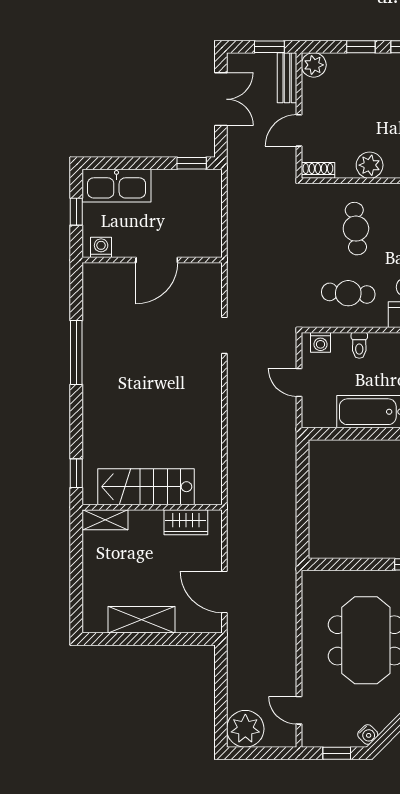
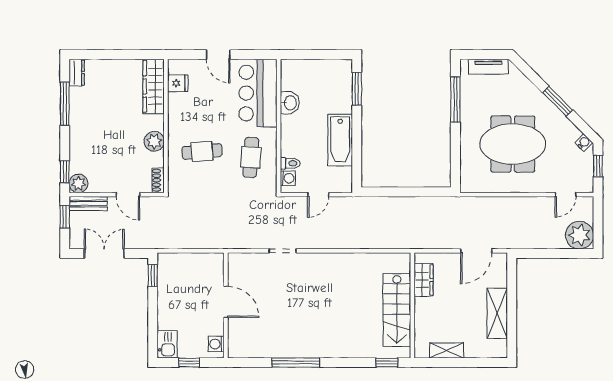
window: (361, 47) -> (65, 172), moved
kitchen sink: (116, 186) -> (167, 344), width x0.53, depth x0.81
toilet: (359, 345) -> (290, 163), moved
shelving: (105, 520) -> (447, 350), moved, turned 90

